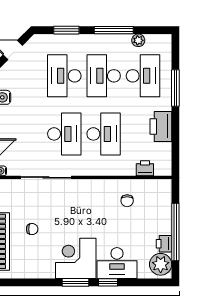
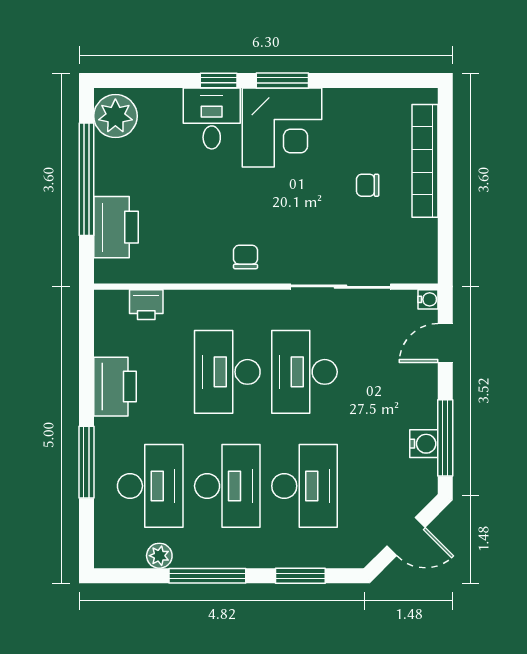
desk: (143, 76) -> (150, 486), turned 180
chair: (127, 201) -> (246, 257), moved
printer: (164, 244) -> (116, 227), moved, width x1.87, depth x1.48
desk: (117, 263) -> (212, 118), width x0.73

